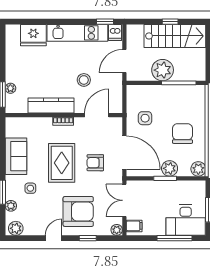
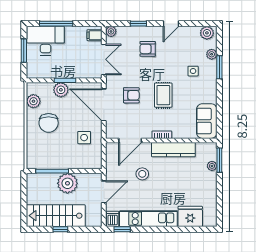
sofa: (16, 156) -> (207, 121), moved
rug: (62, 163) -> (163, 95), width x0.73, depth x0.70
plant: (198, 169) -> (33, 101), moved
armchair: (78, 211) -> (148, 49), width x0.53, depth x0.53

